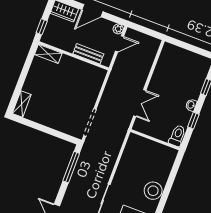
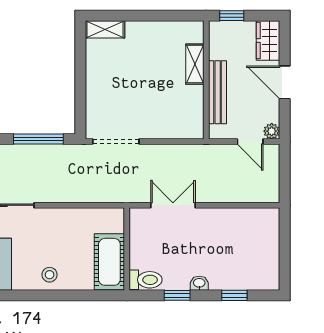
shelving: (48, 54) -> (195, 64), moved
bench: (88, 54) -> (218, 92), width x1.36
double door: (140, 103) -> (173, 205), swing flipped
cot: (159, 153) -> (109, 262), added
stool: (153, 191) -> (50, 275), width x0.53, depth x0.53

